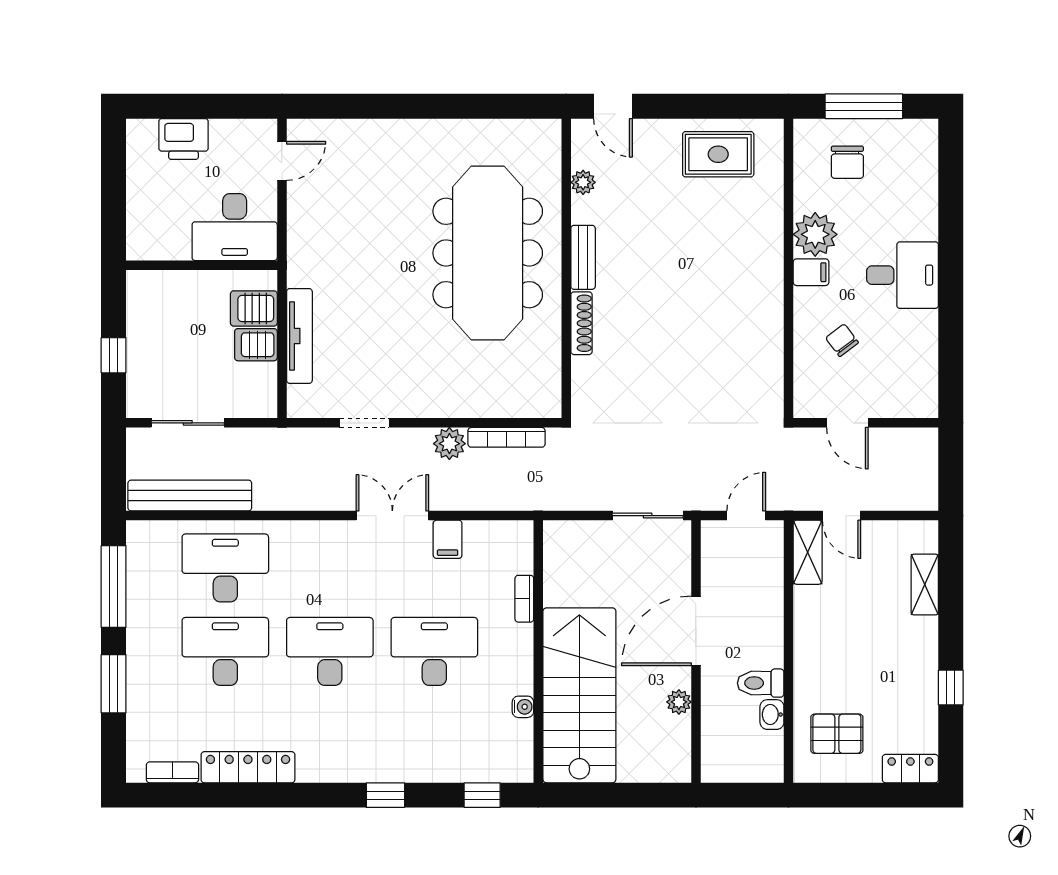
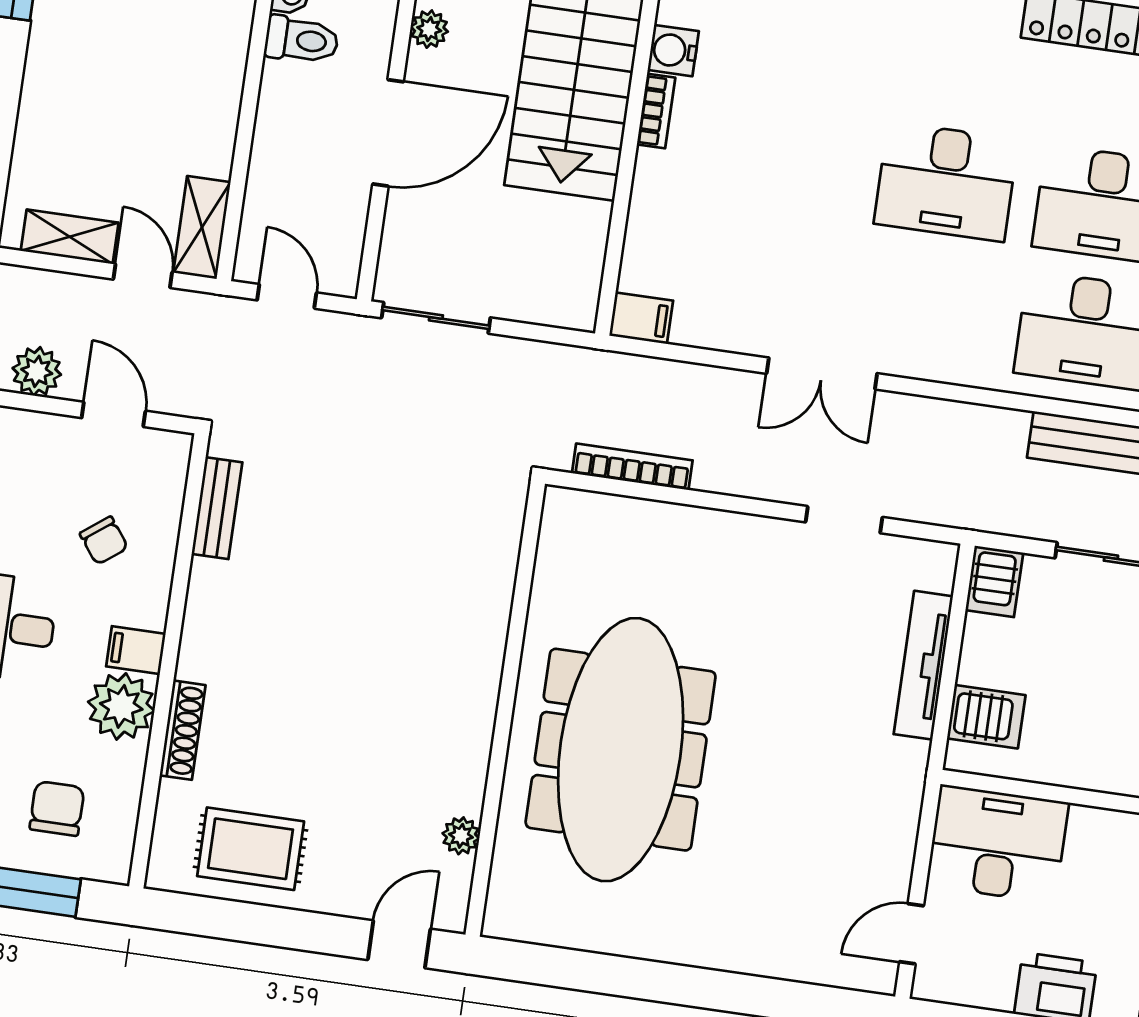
door: (613, 106) -> (399, 944), hinge flipped
bench: (583, 257) -> (217, 508), moved
shoe rack: (581, 323) -> (183, 730), moved, turned 180
server rack: (256, 345) -> (994, 581), moved, turned 90
plant: (449, 444) -> (37, 371), moved
door: (746, 516) -> (287, 296), swing flipped
filing cabinet: (448, 539) -> (641, 318), moved, turned 90
shelving: (925, 585) -> (70, 237), moved, turned 90
bookcase: (524, 599) -> (656, 111), moved
desk: (434, 651) -> (788, 159), removed
water cooler: (523, 707) -> (673, 51), width x1.38, depth x1.38

